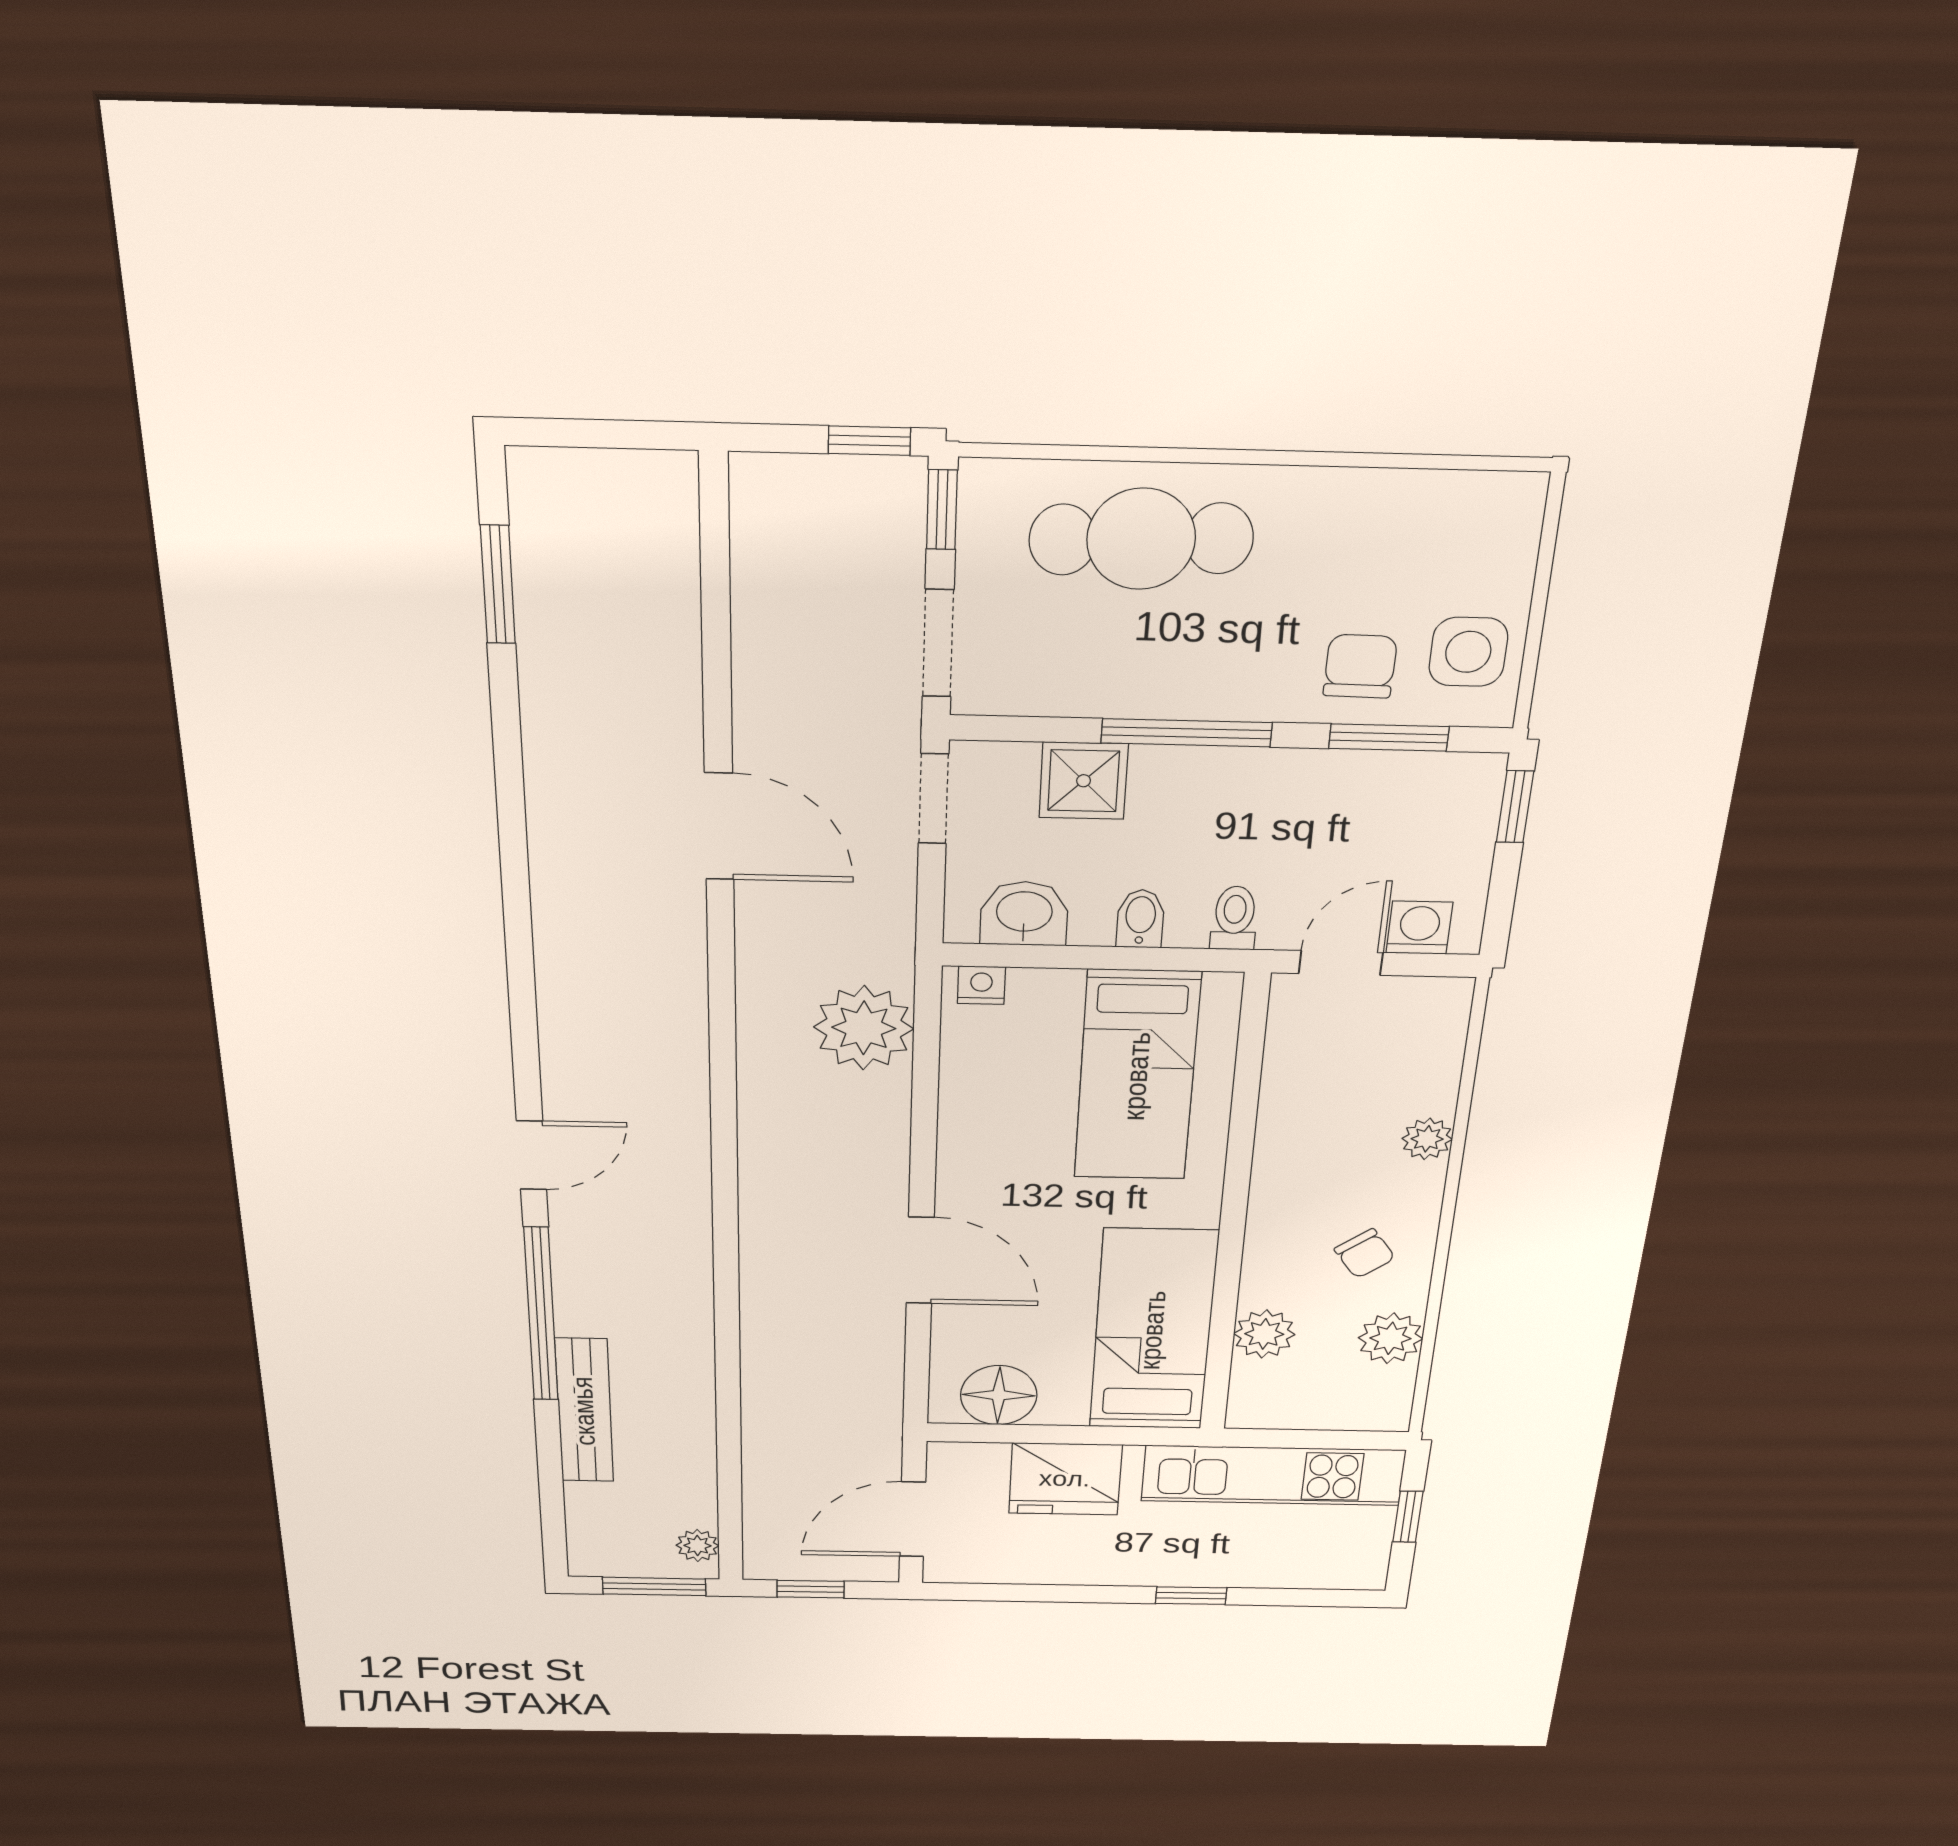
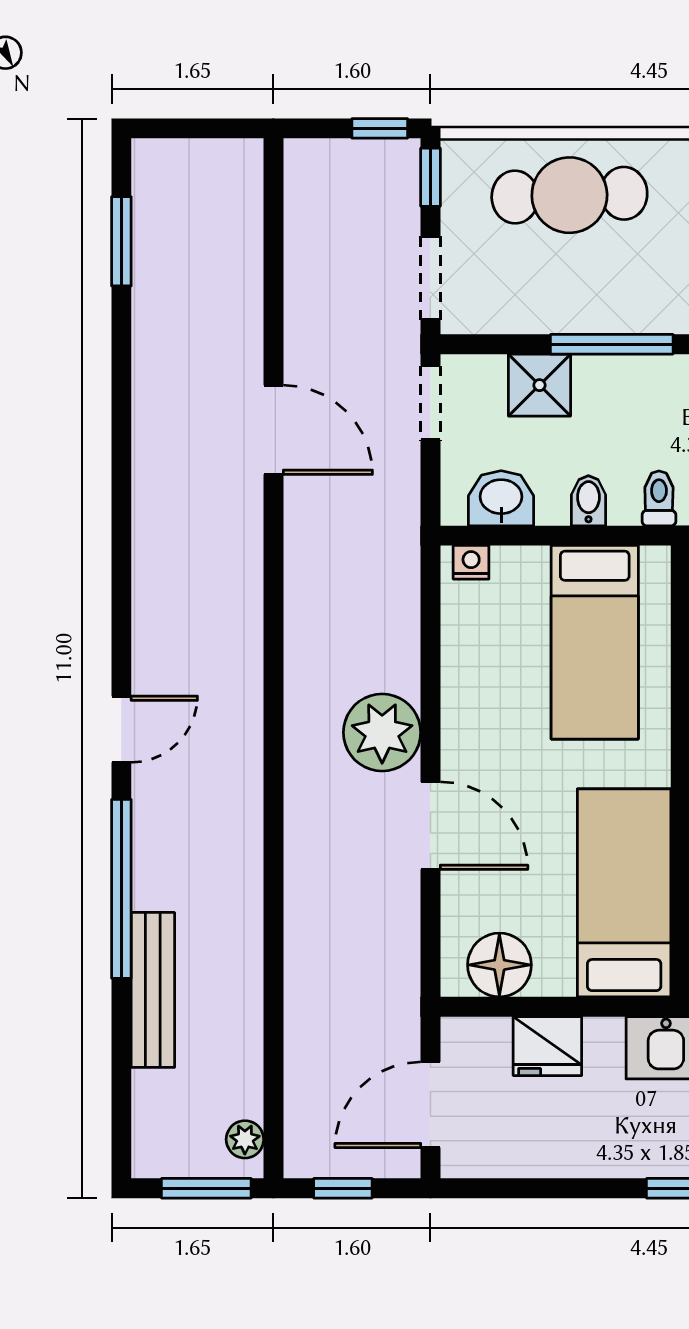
plant: (864, 1028) -> (382, 732), moved
fridge: (1065, 1479) -> (547, 1046), width x0.73, depth x0.75

